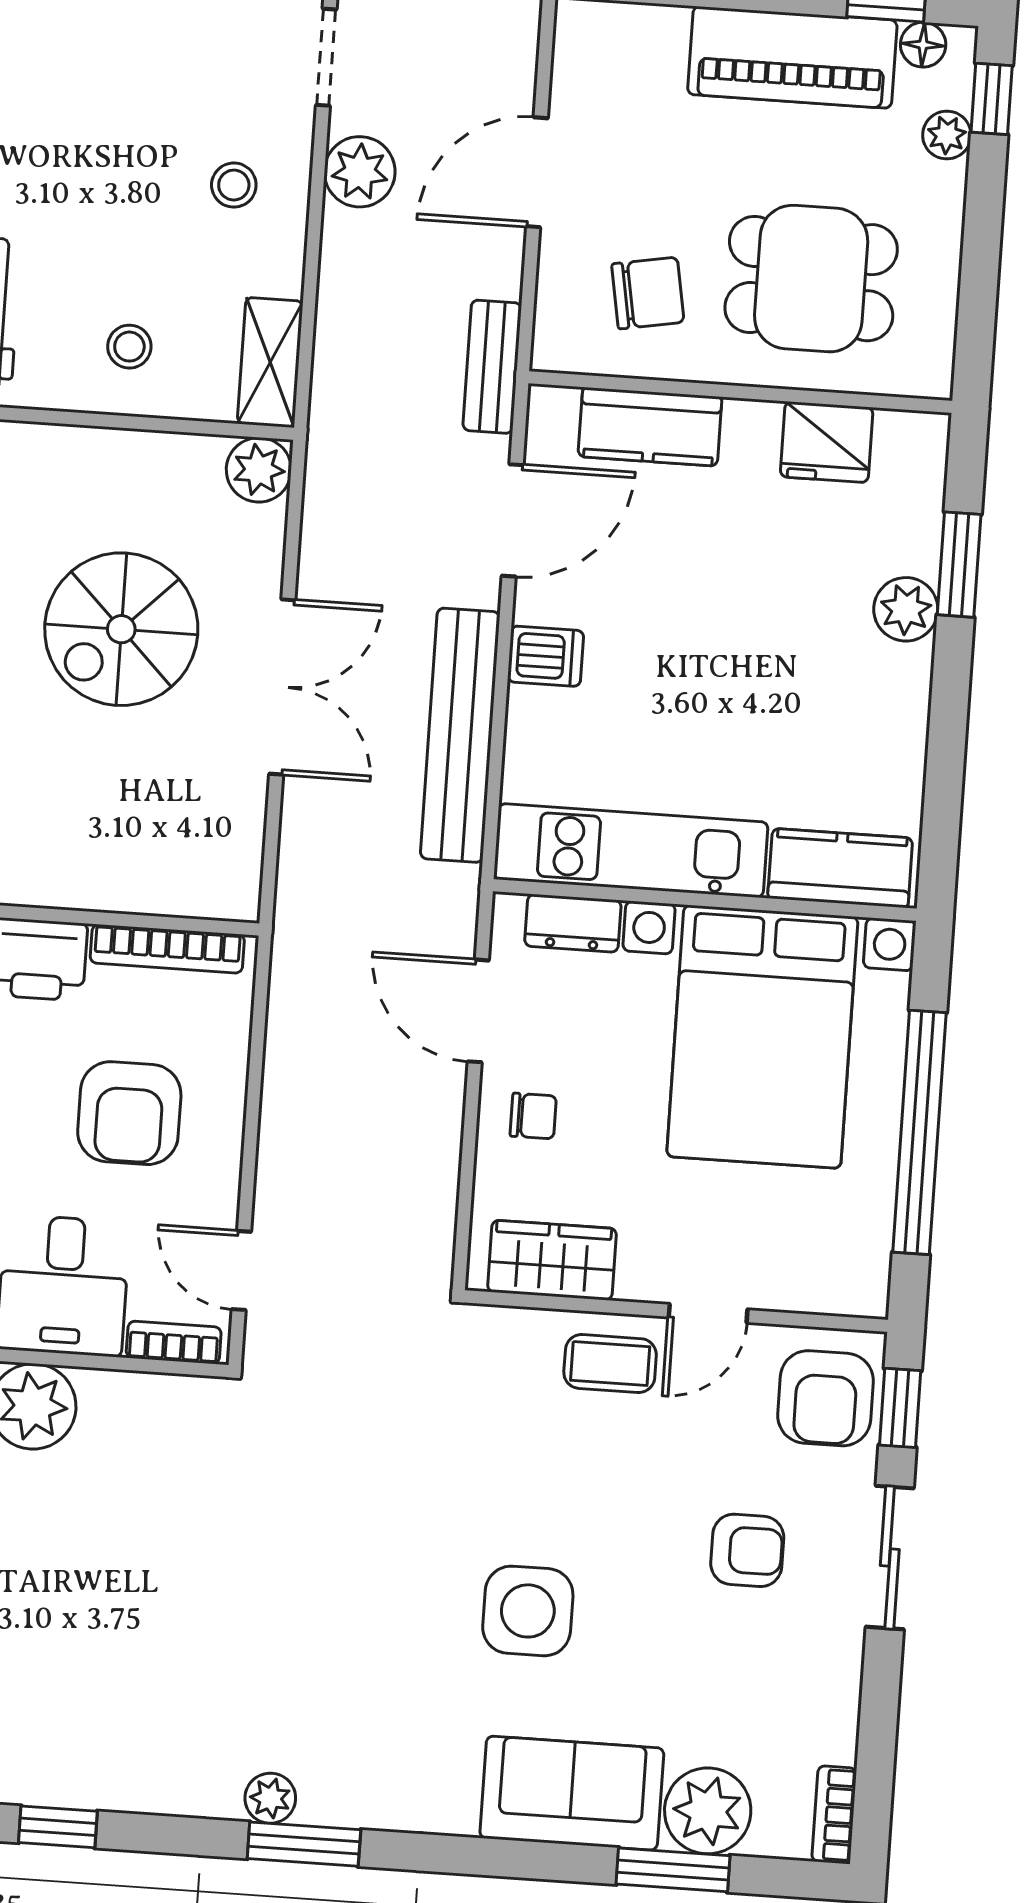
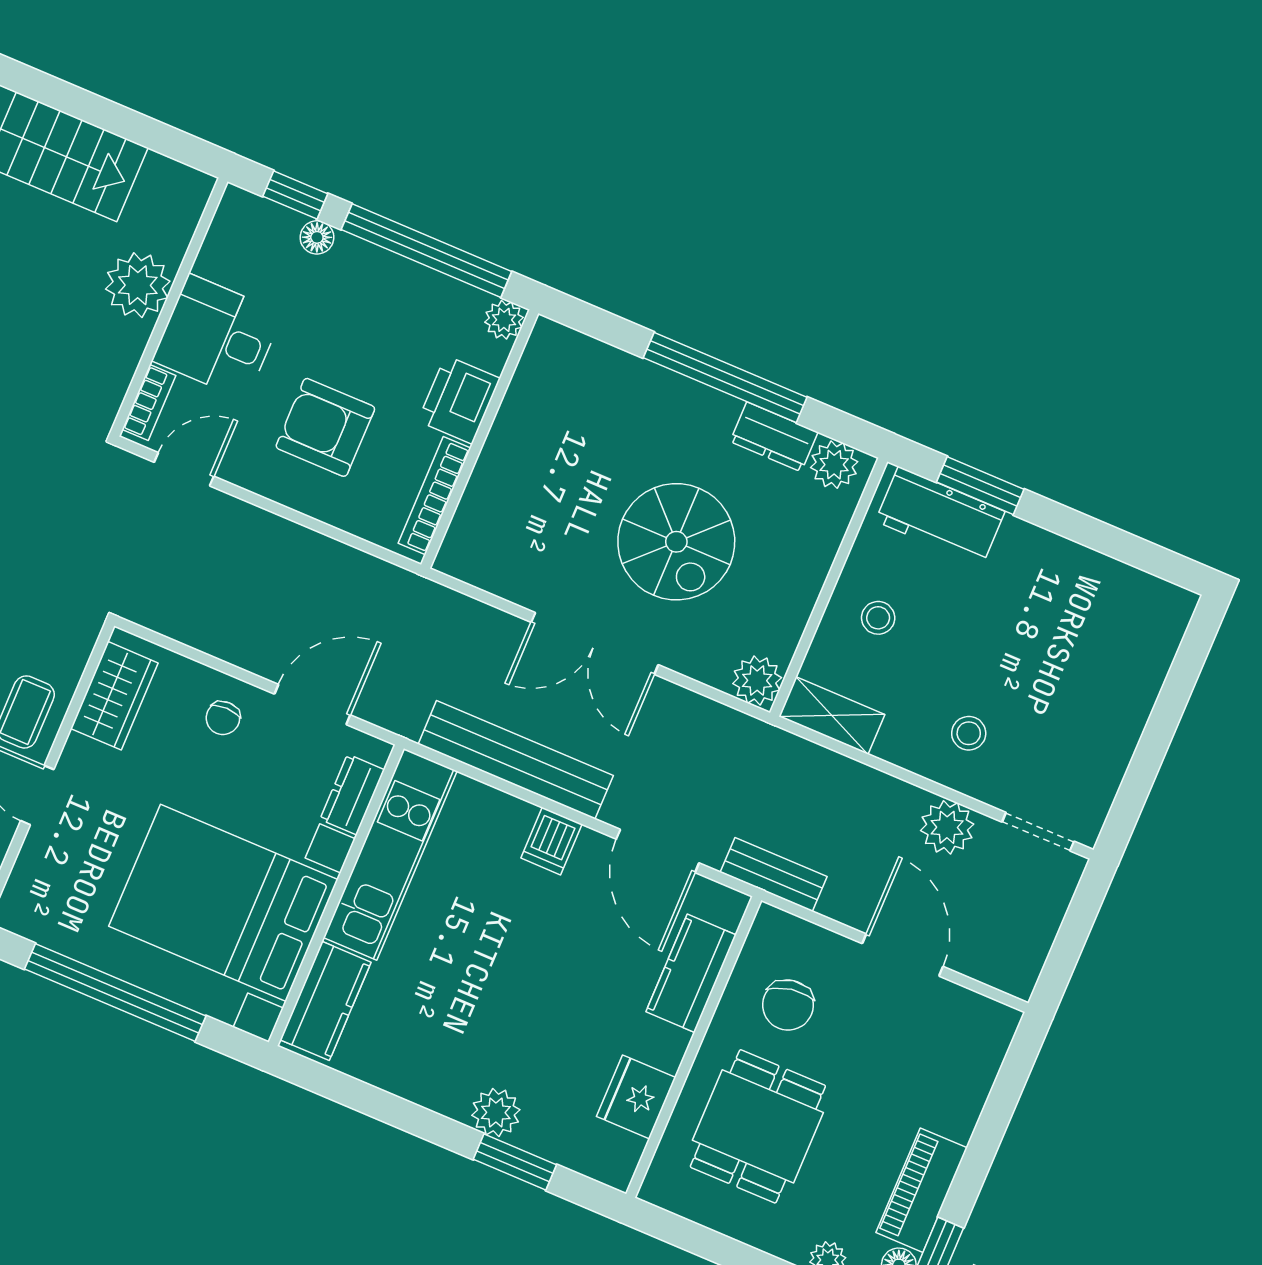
piano: (792, 57) -> (922, 1190), width x0.73, depth x0.75
spiral stairs: (121, 629) -> (676, 542), turned 180

